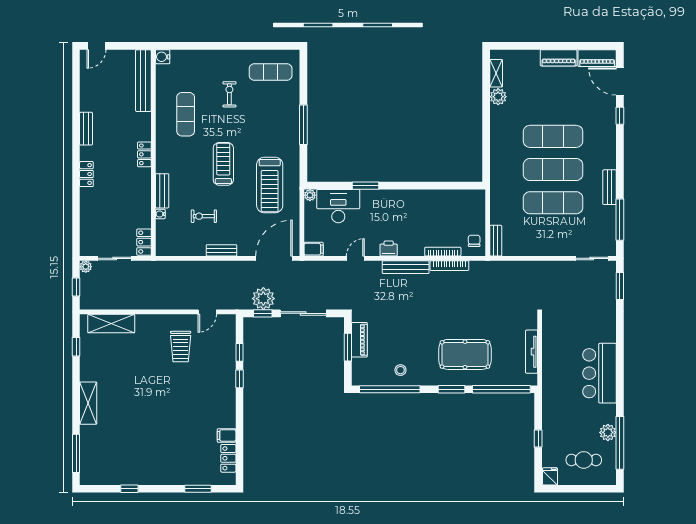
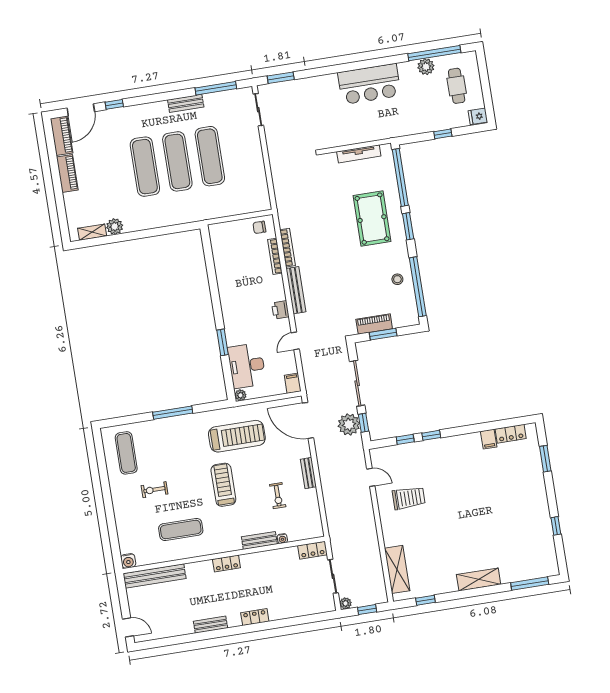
treadmill: (223, 164) -> (223, 485), turned 90
bench: (496, 241) -> (256, 206), removed
door: (355, 258) -> (295, 341), hinge flipped

